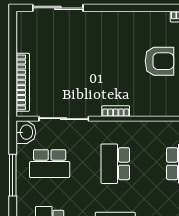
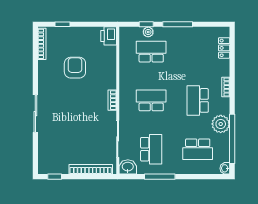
sliding door: (58, 8) -> (35, 114), moved
window: (13, 34) -> (55, 177), added
school desk: (115, 164) -> (151, 100), turned 180

